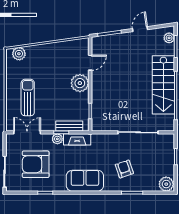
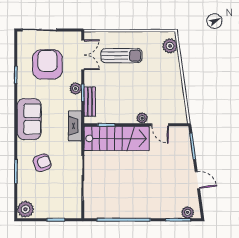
plant: (80, 83) -> (142, 118), width x0.53, depth x0.53
stairs: (163, 85) -> (117, 138), moved, turned 180
fireplace: (77, 139) -> (75, 126), moved

